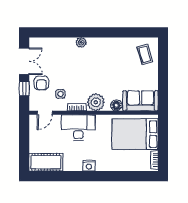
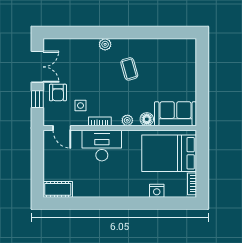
coffee table: (145, 54) -> (129, 69), moved
plant: (96, 102) -> (127, 120), width x0.53, depth x0.53
door: (45, 113) -> (62, 128), hinge flipped
cot: (46, 162) -> (58, 189), width x0.73, depth x0.75
nightstand: (89, 166) -> (157, 191), moved

